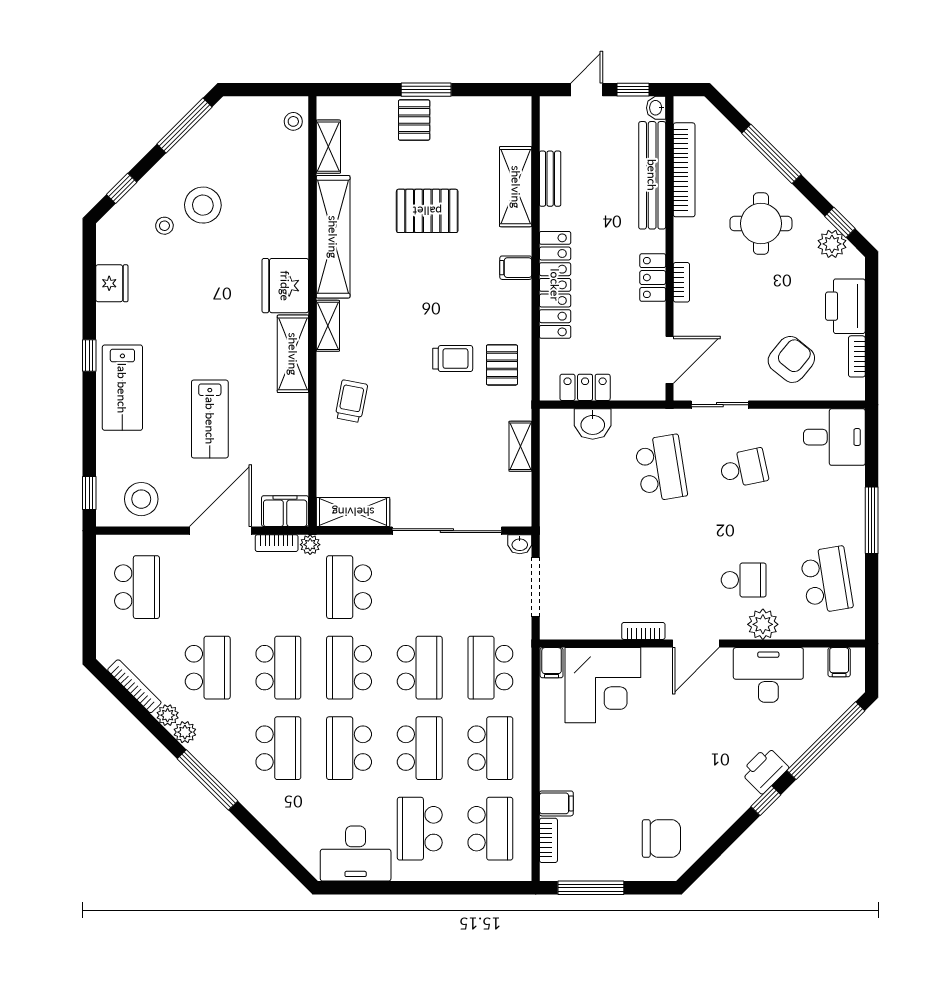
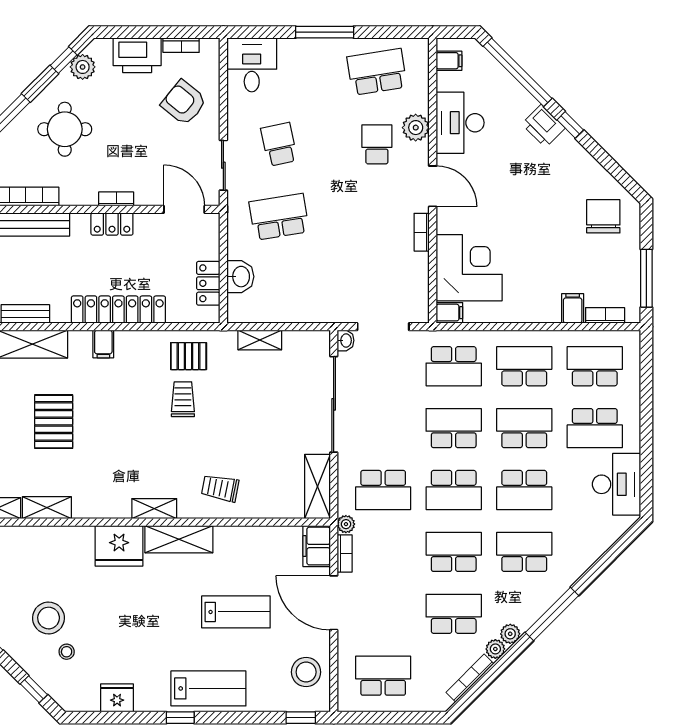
shelving: (333, 237) -> (47, 508), width x0.45, depth x0.75

